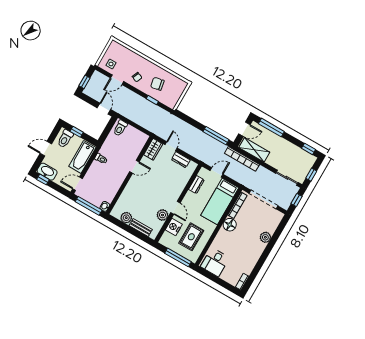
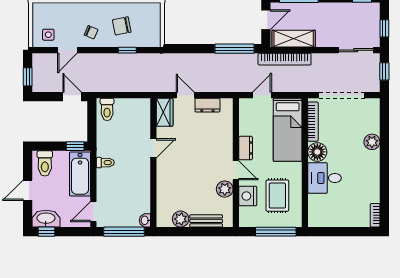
window: (77, 132) -> (75, 146), moved
dresser: (196, 185) -> (246, 148), moved
desk: (215, 262) -> (325, 178), moved, turned 90

